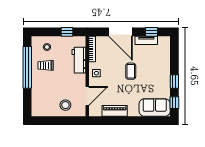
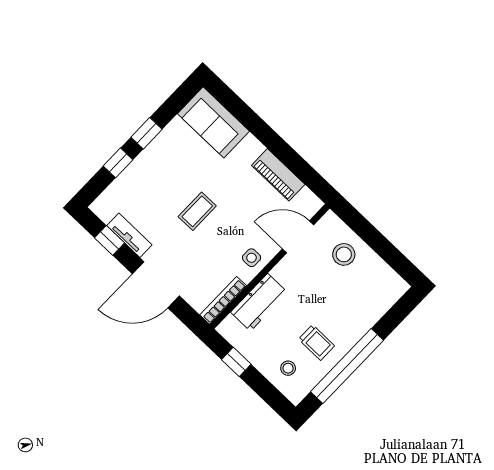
door: (121, 32) -> (156, 285), swing flipped
window: (174, 103) -> (118, 163), moved

